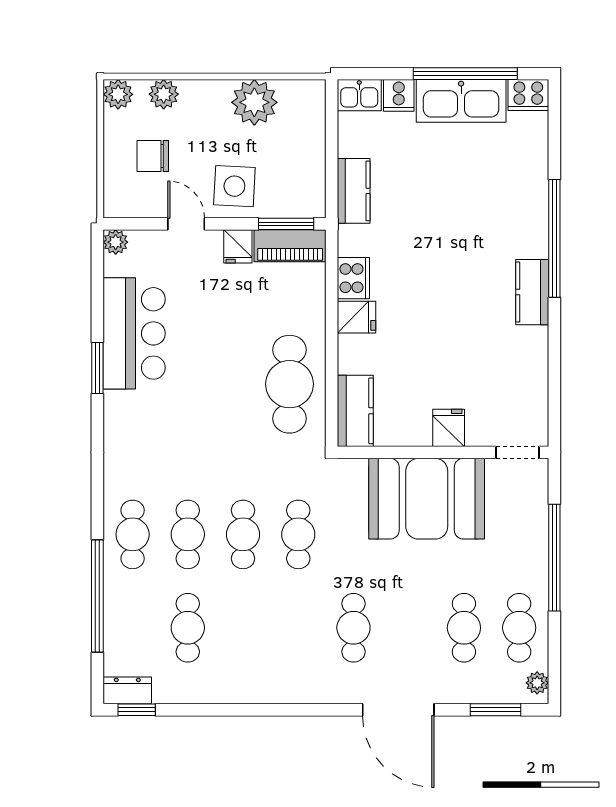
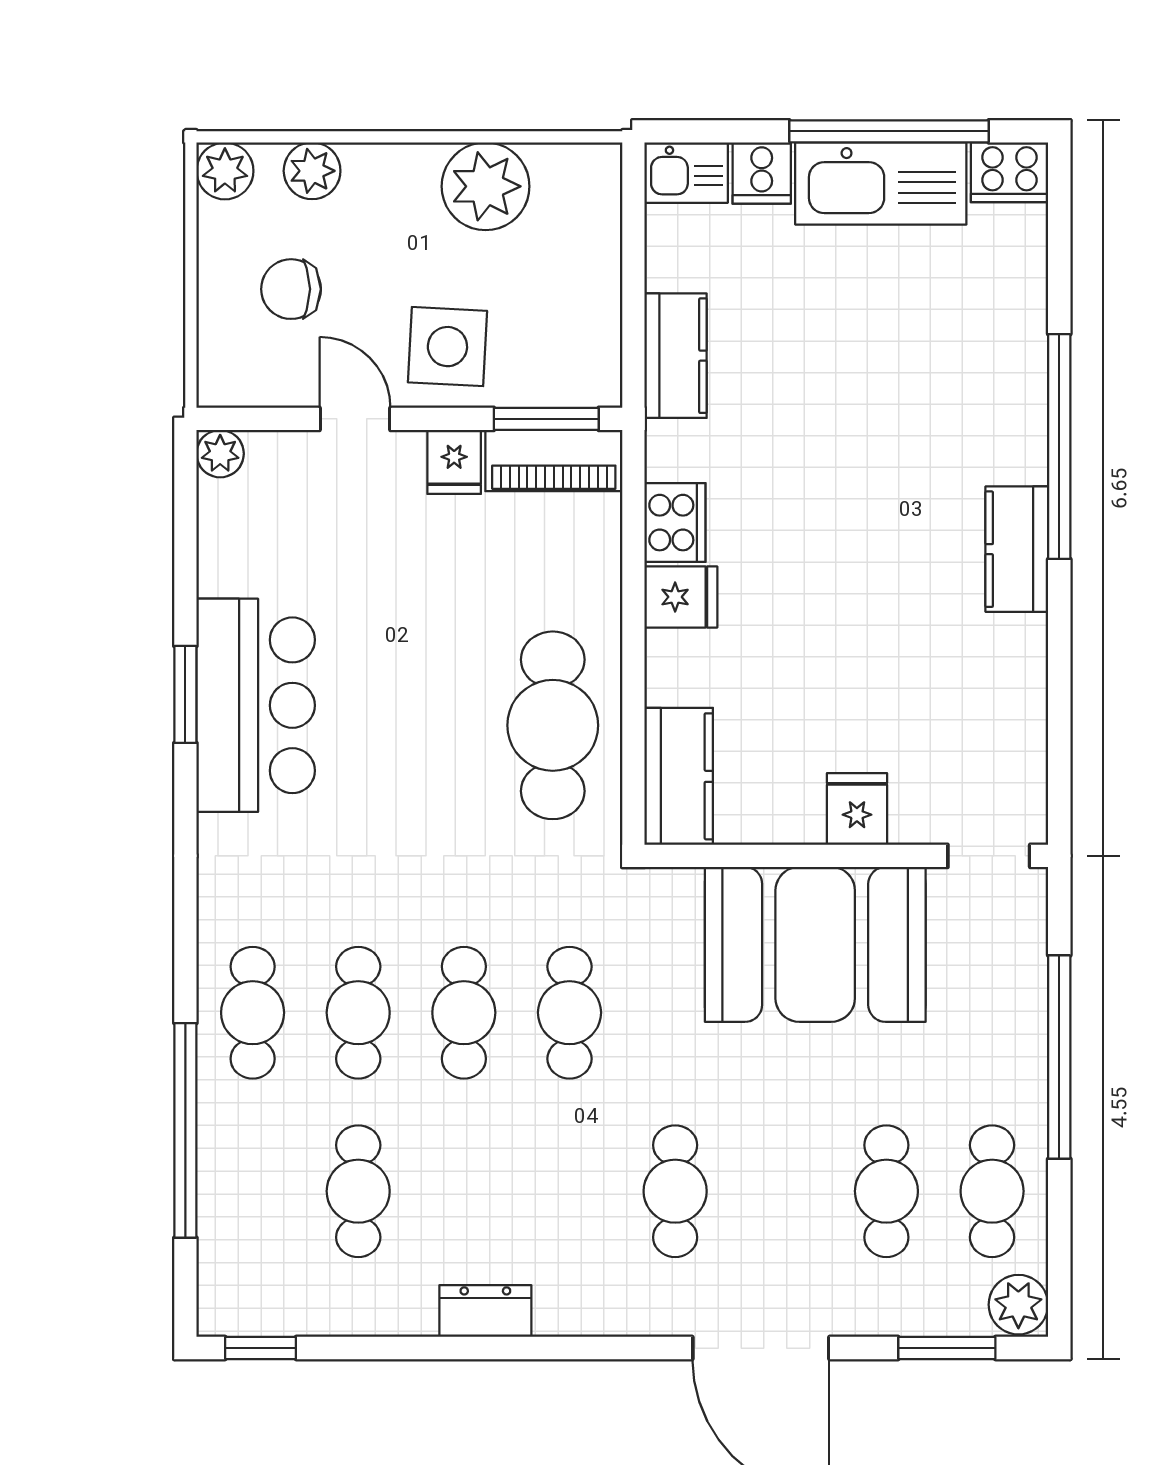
bar counter: (134, 333) -> (256, 705), moved
plant: (537, 683) -> (1018, 1305), width x1.38, depth x1.38
dresser: (127, 690) -> (485, 1311), moved

